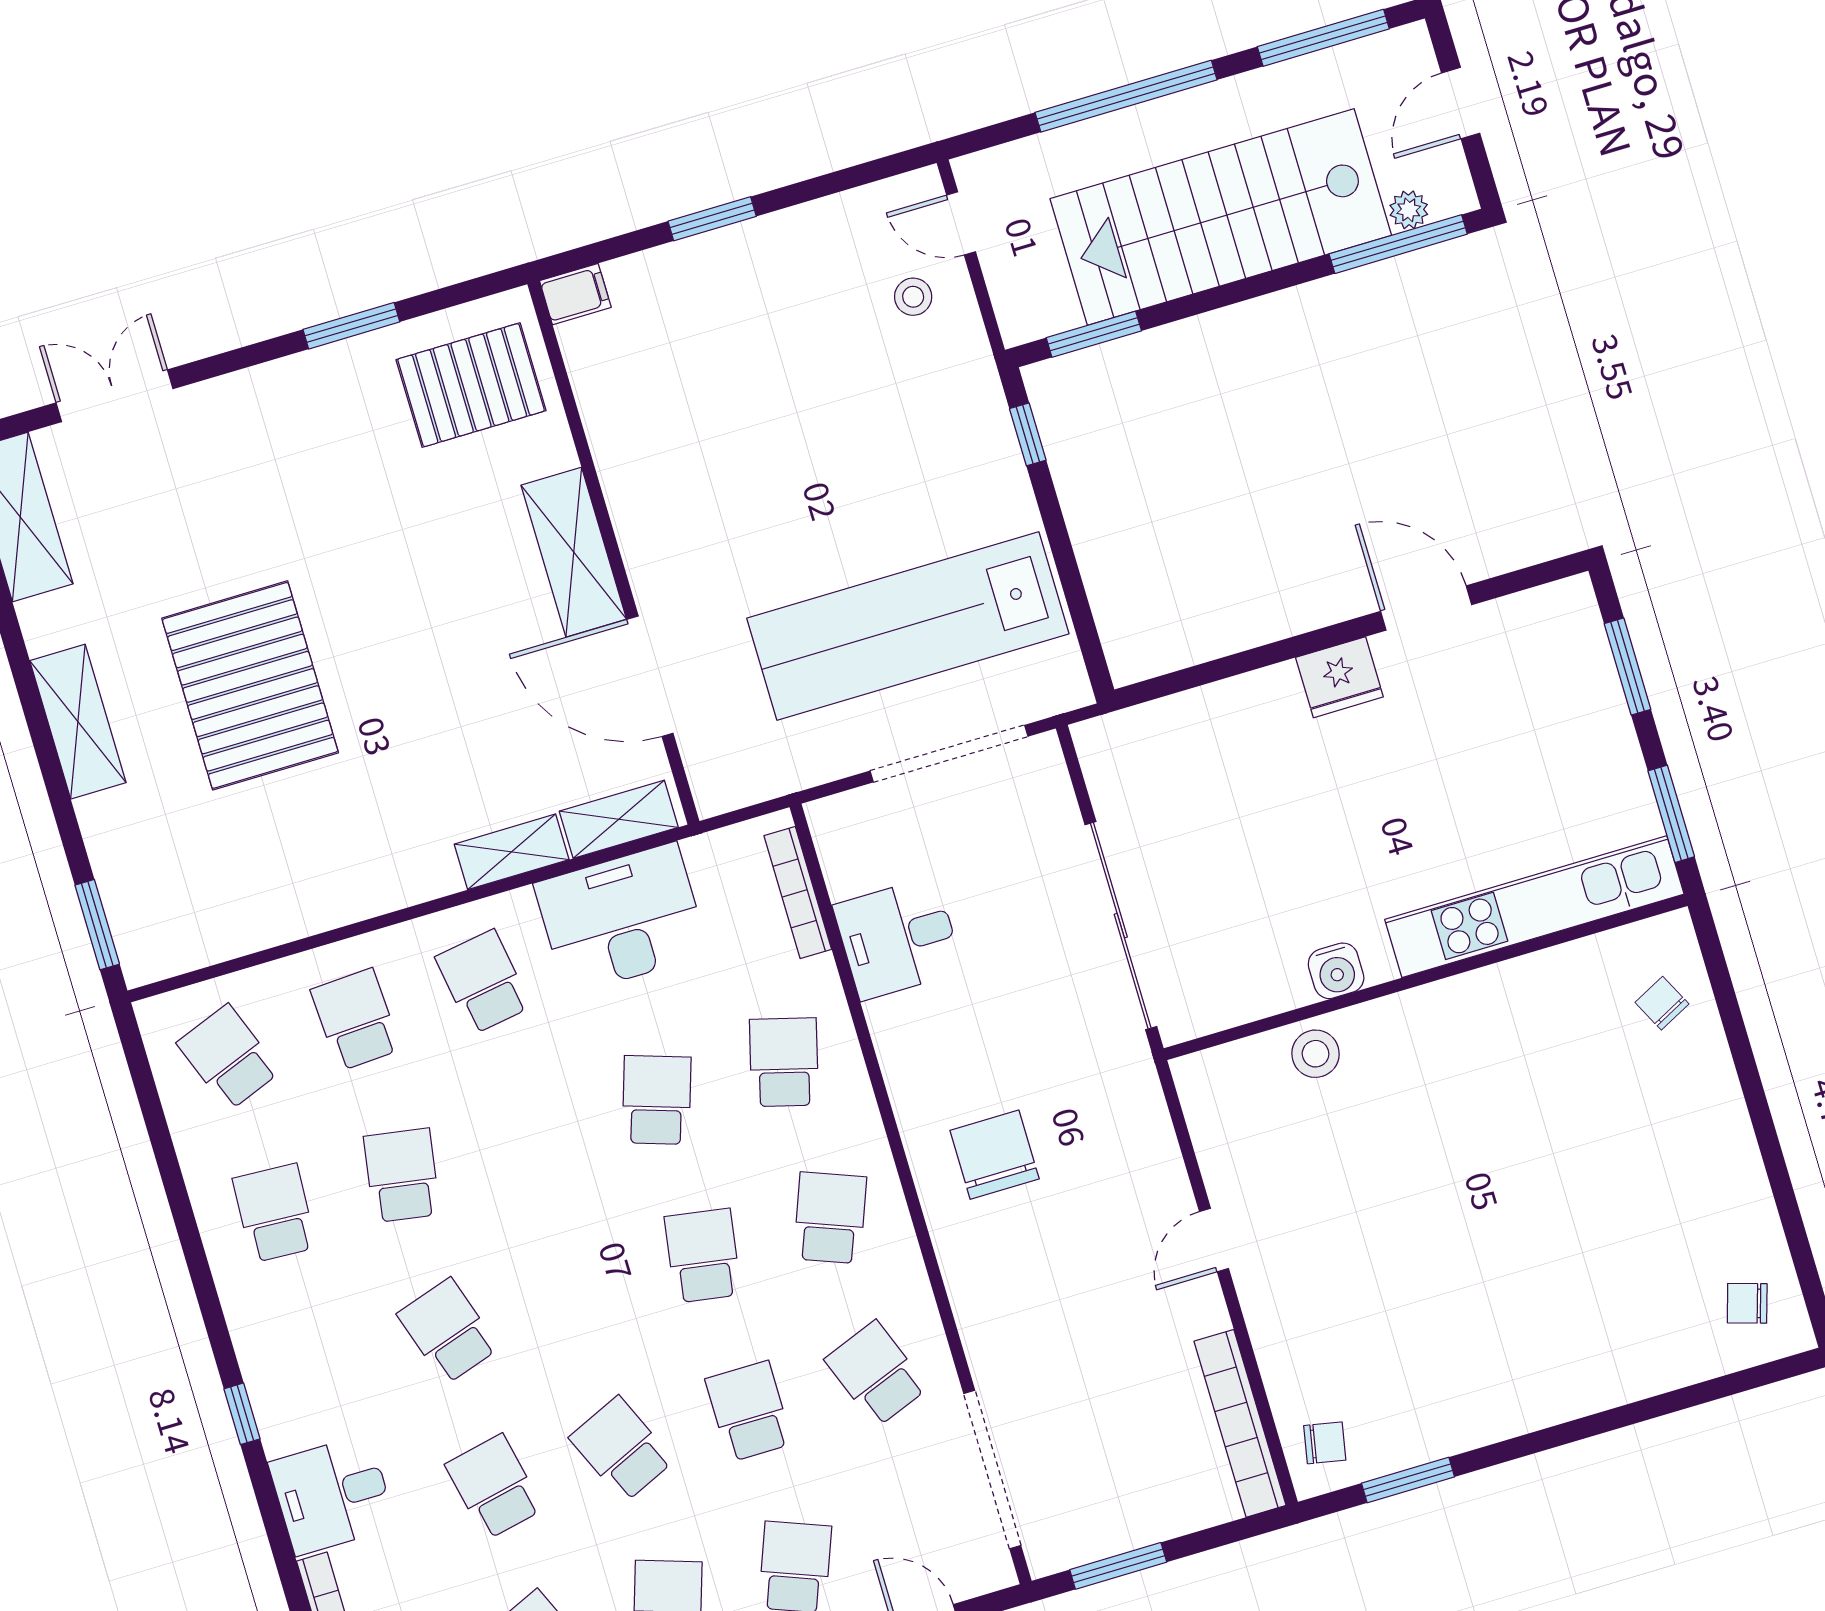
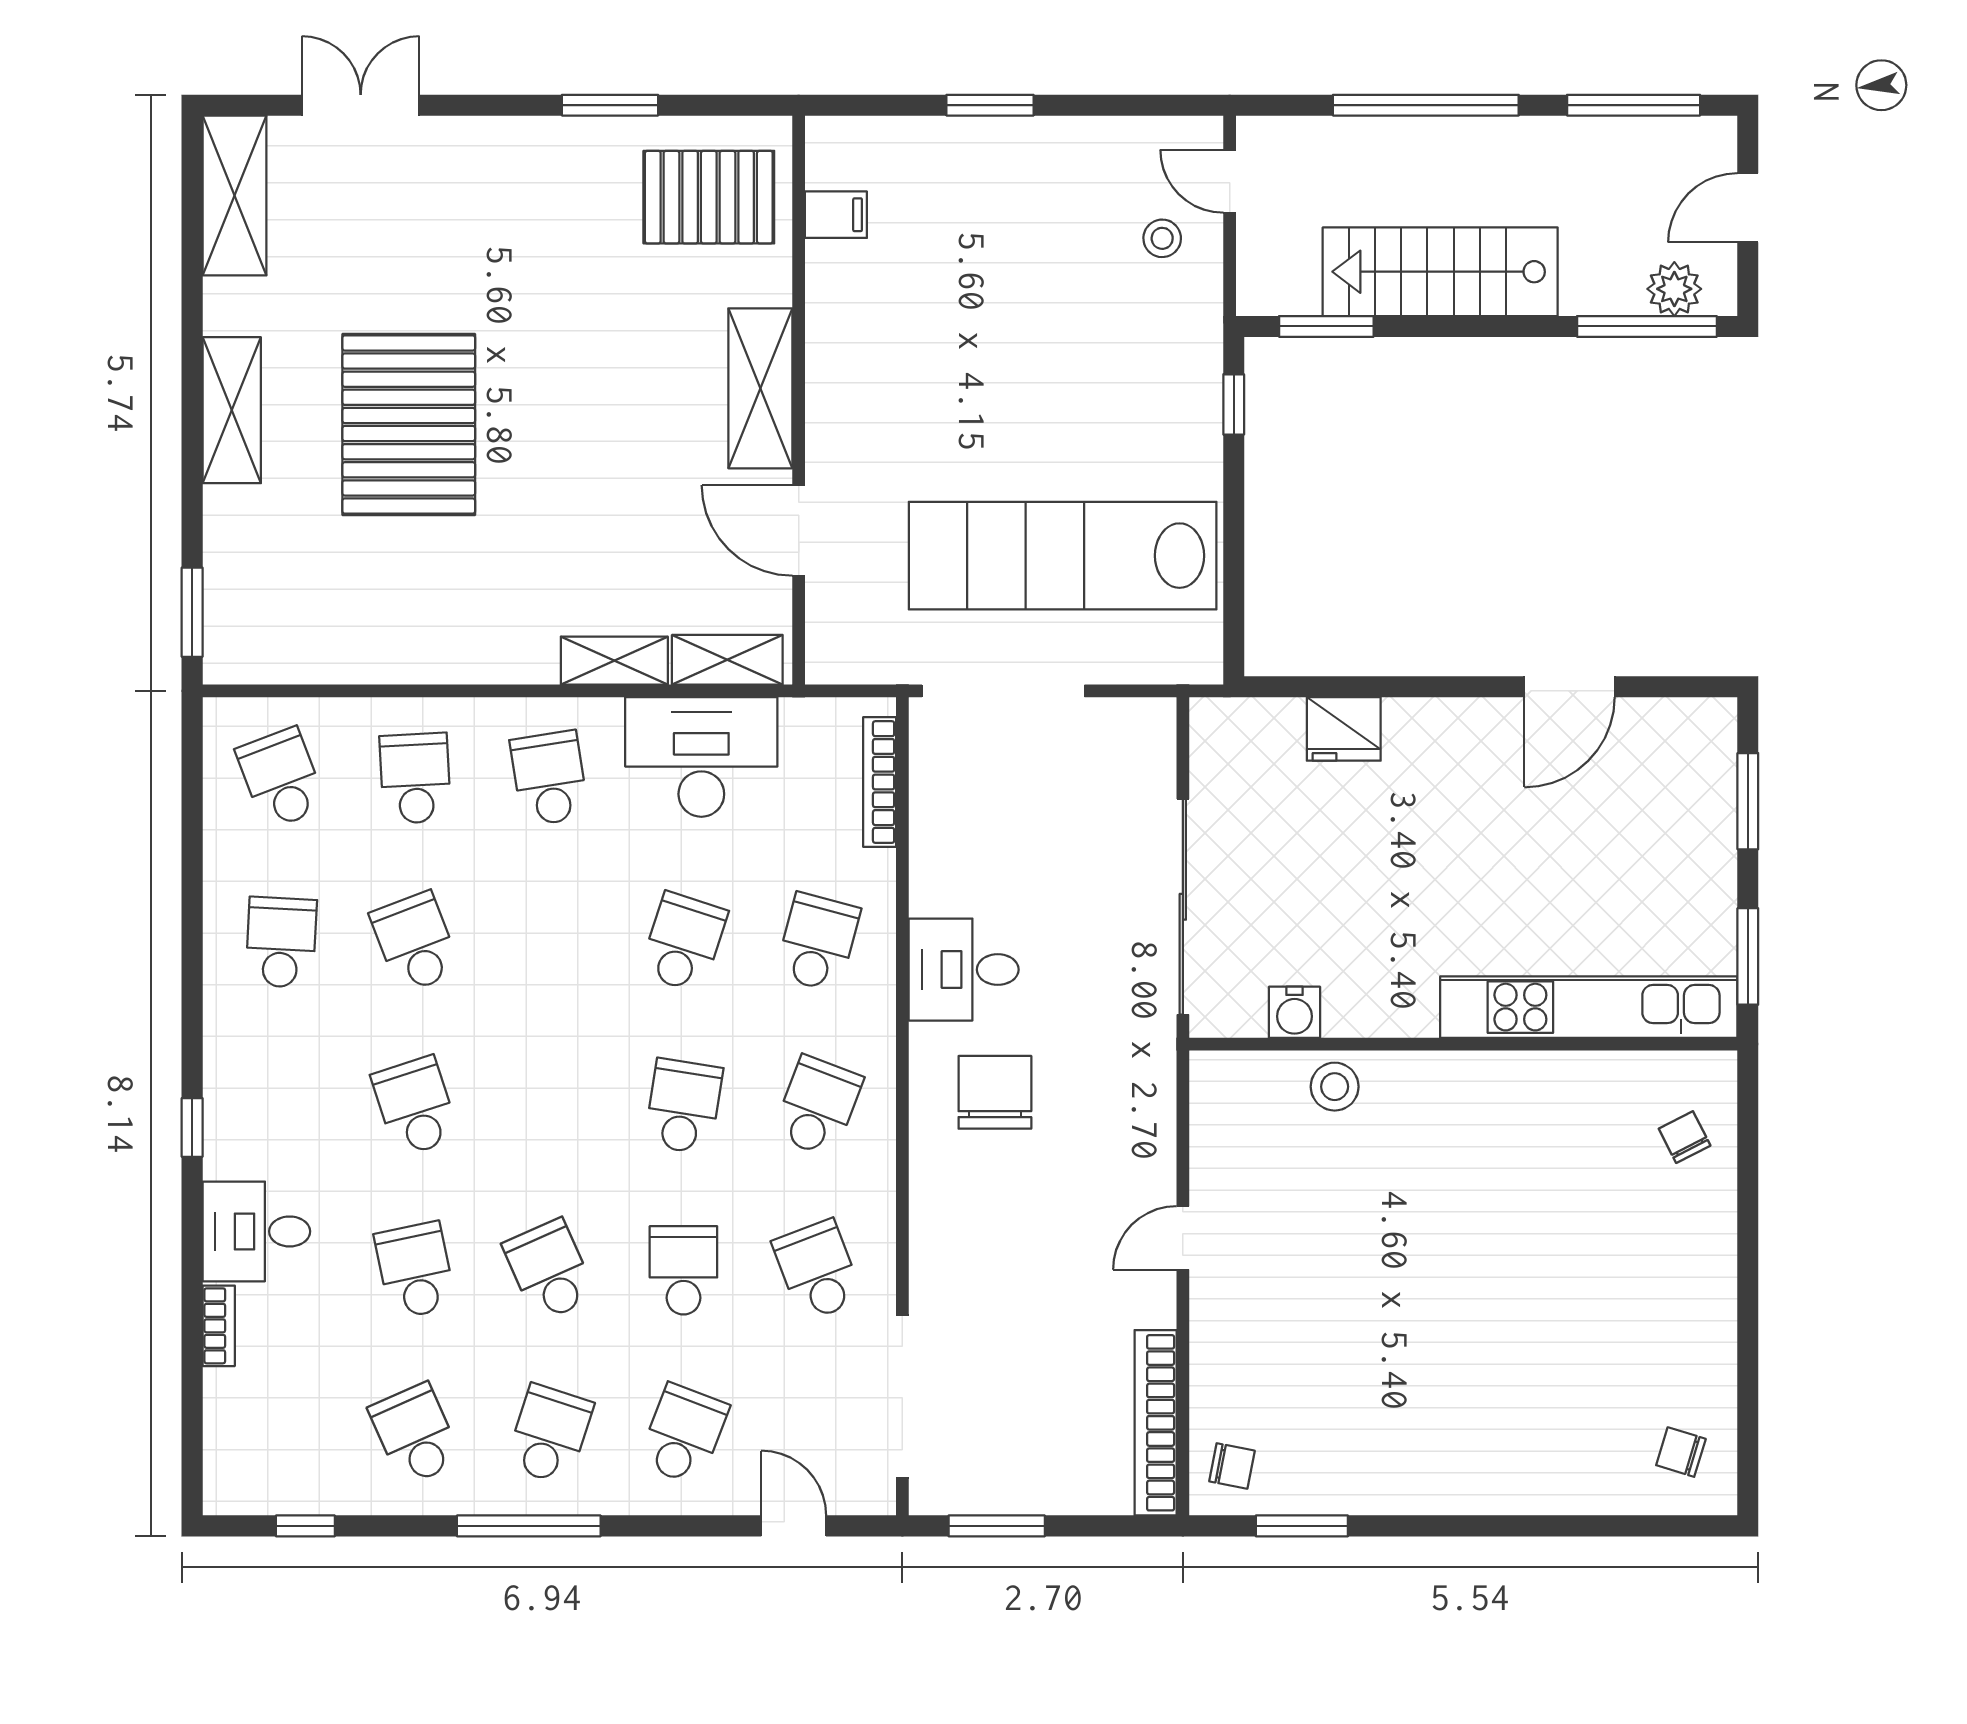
plant: (1409, 210) -> (1674, 289), width x1.38, depth x1.38
stairs: (1221, 217) -> (1440, 272), width x0.73, depth x0.66
filing cabinet: (575, 294) -> (836, 215), moved
door: (1426, 608) -> (1570, 687), swing flipped
door: (650, 676) -> (799, 530), width x0.73
fridge: (1339, 677) -> (1344, 729), moved
doorway: (949, 754) -> (1003, 691), moved
desk: (898, 938) -> (964, 970), moved
water cooler: (1336, 971) -> (1294, 1012), moved
school desk: (402, 1175) -> (415, 942), turned -30

